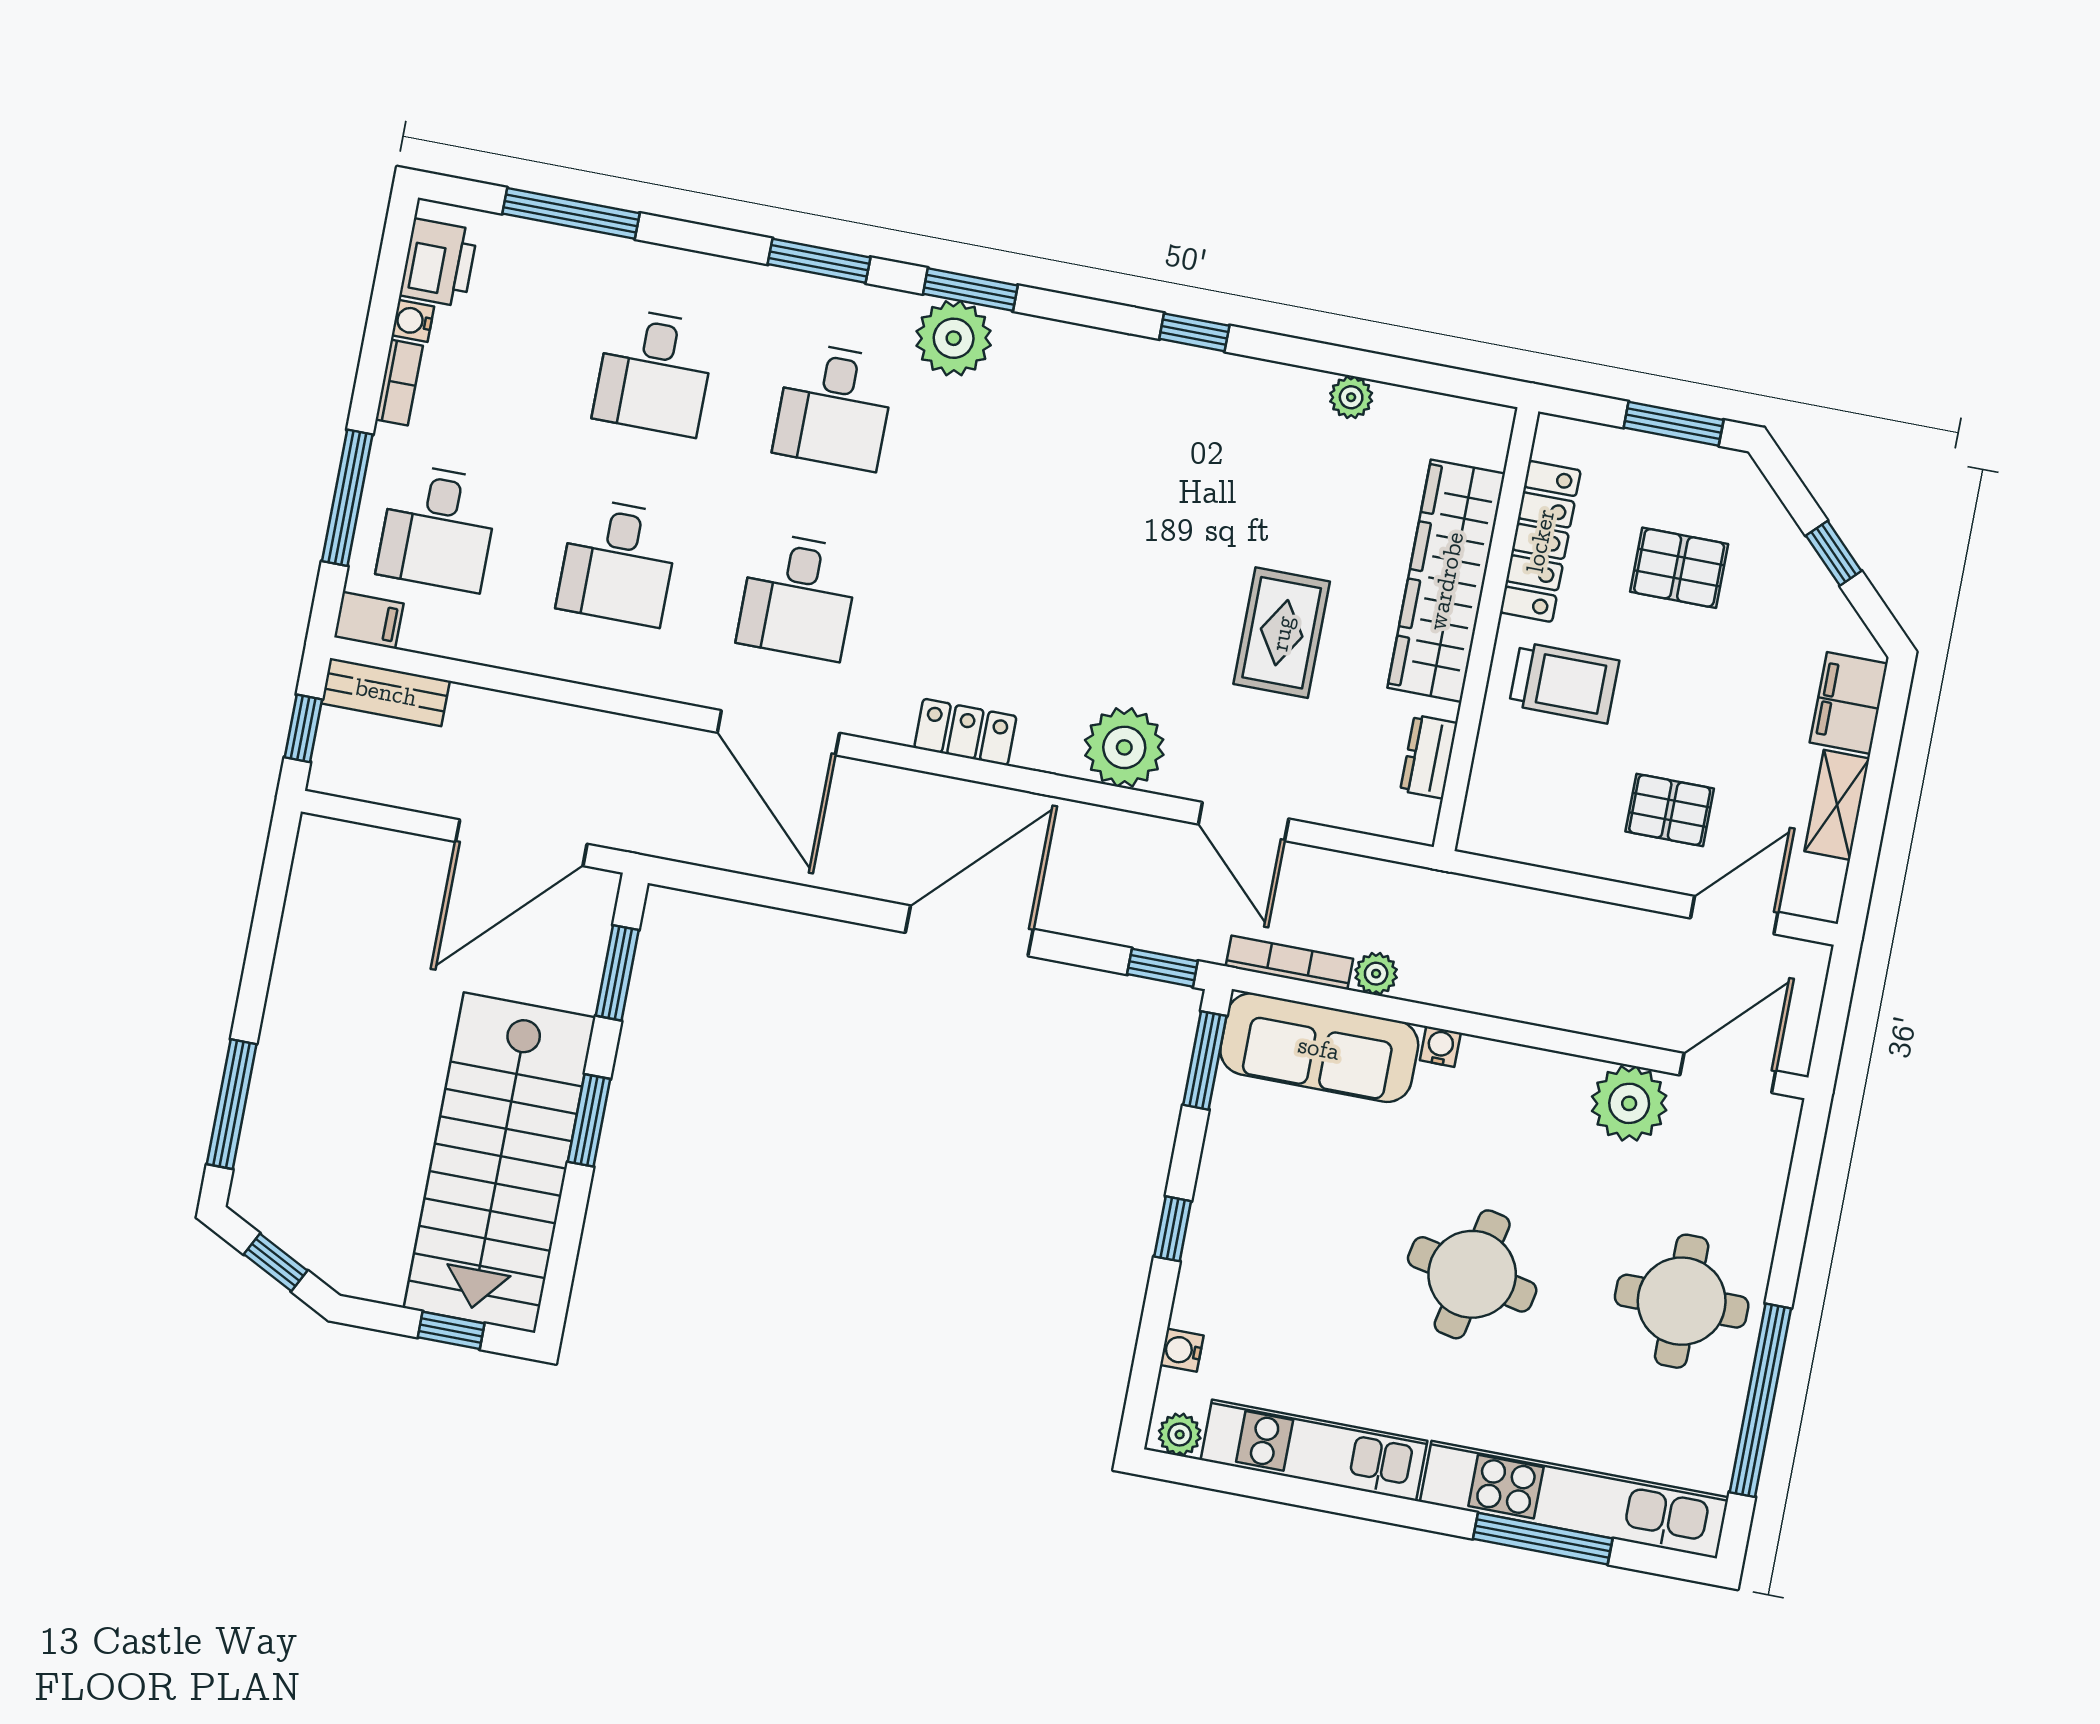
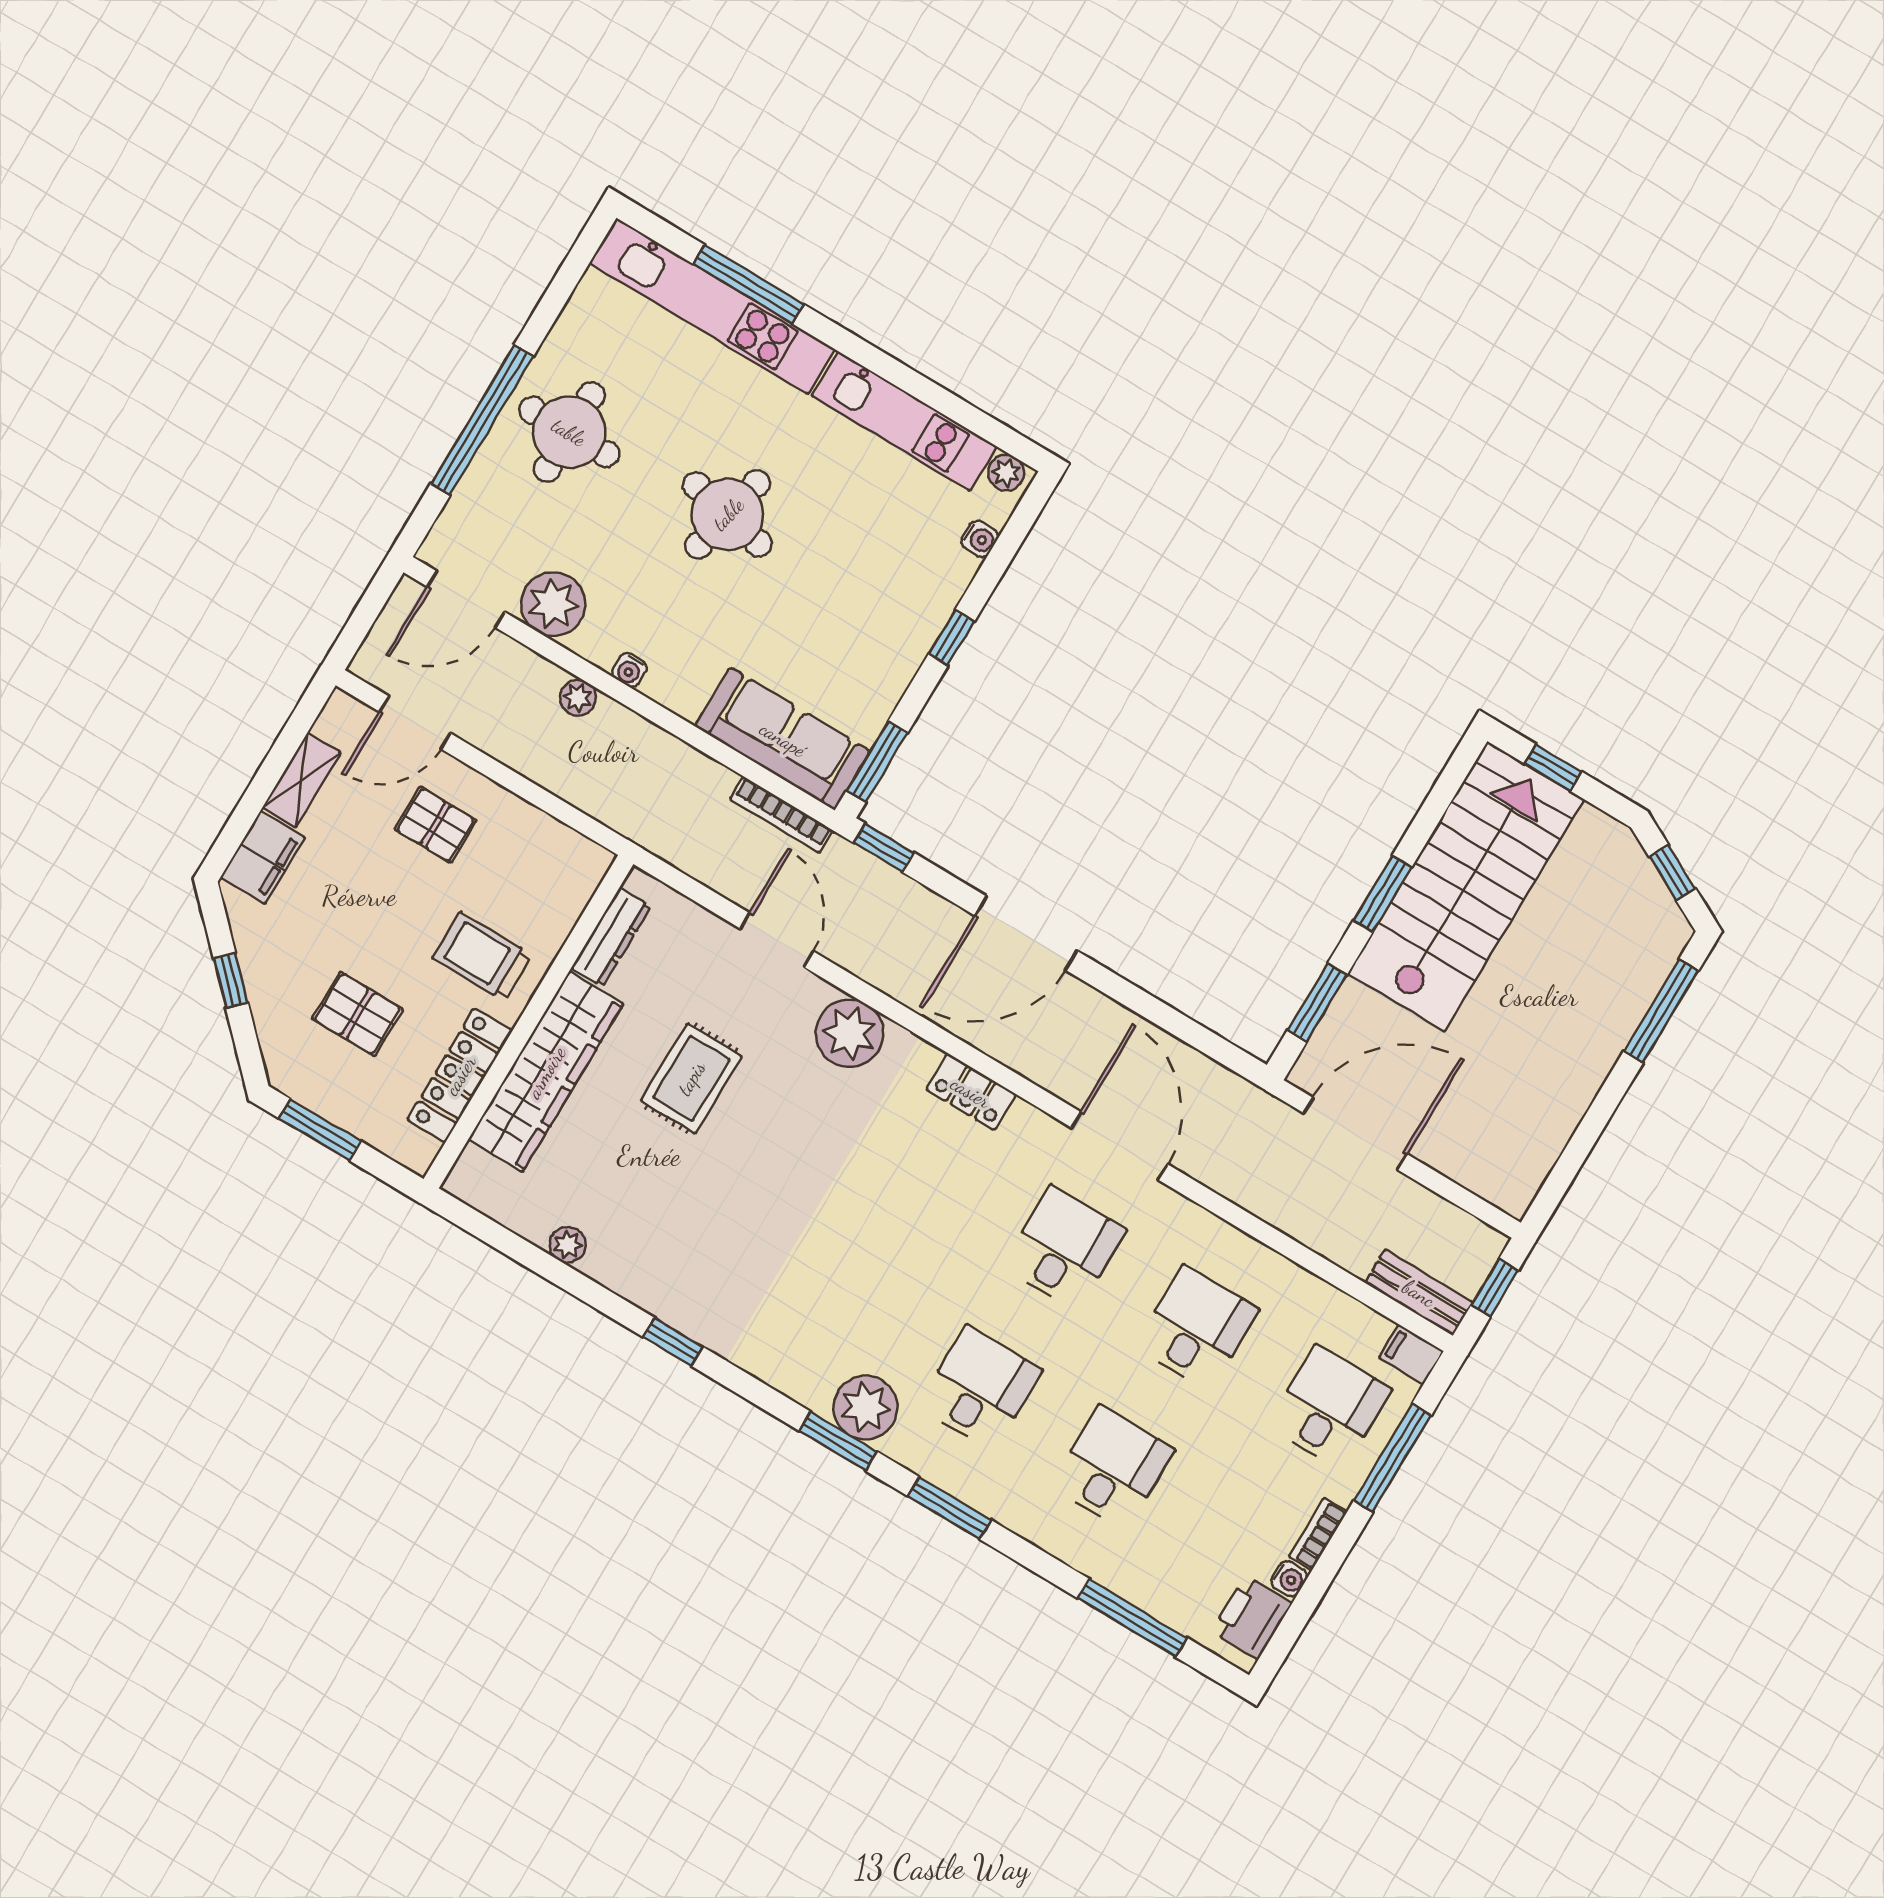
dresser: (1429, 757) -> (611, 937), width x1.44
plant: (1376, 974) -> (578, 698), moved
water cooler: (1440, 1047) -> (630, 670), moved
window: (1760, 1400) -> (482, 420), moved

